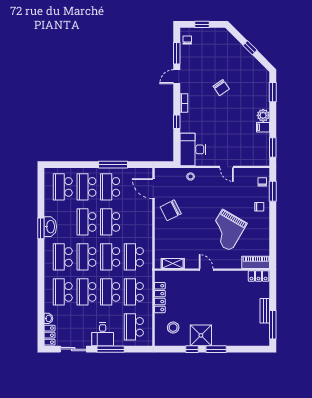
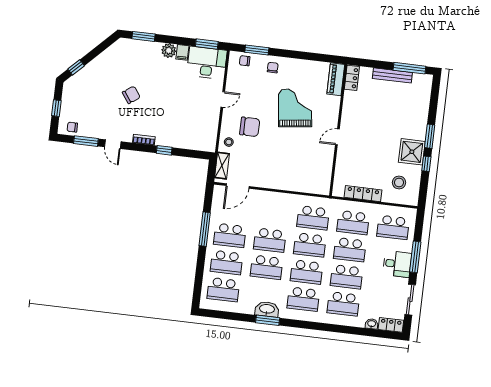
window: (250, 48) -> (76, 67), moved
desk: (193, 149) -> (207, 63), moved, turned 180
chair: (171, 210) -> (250, 127), moved, turned -63
grand piano: (227, 230) -> (295, 108), turned -127
shelving: (173, 263) -> (222, 166), moved
bench: (265, 311) -> (392, 75), width x1.36

